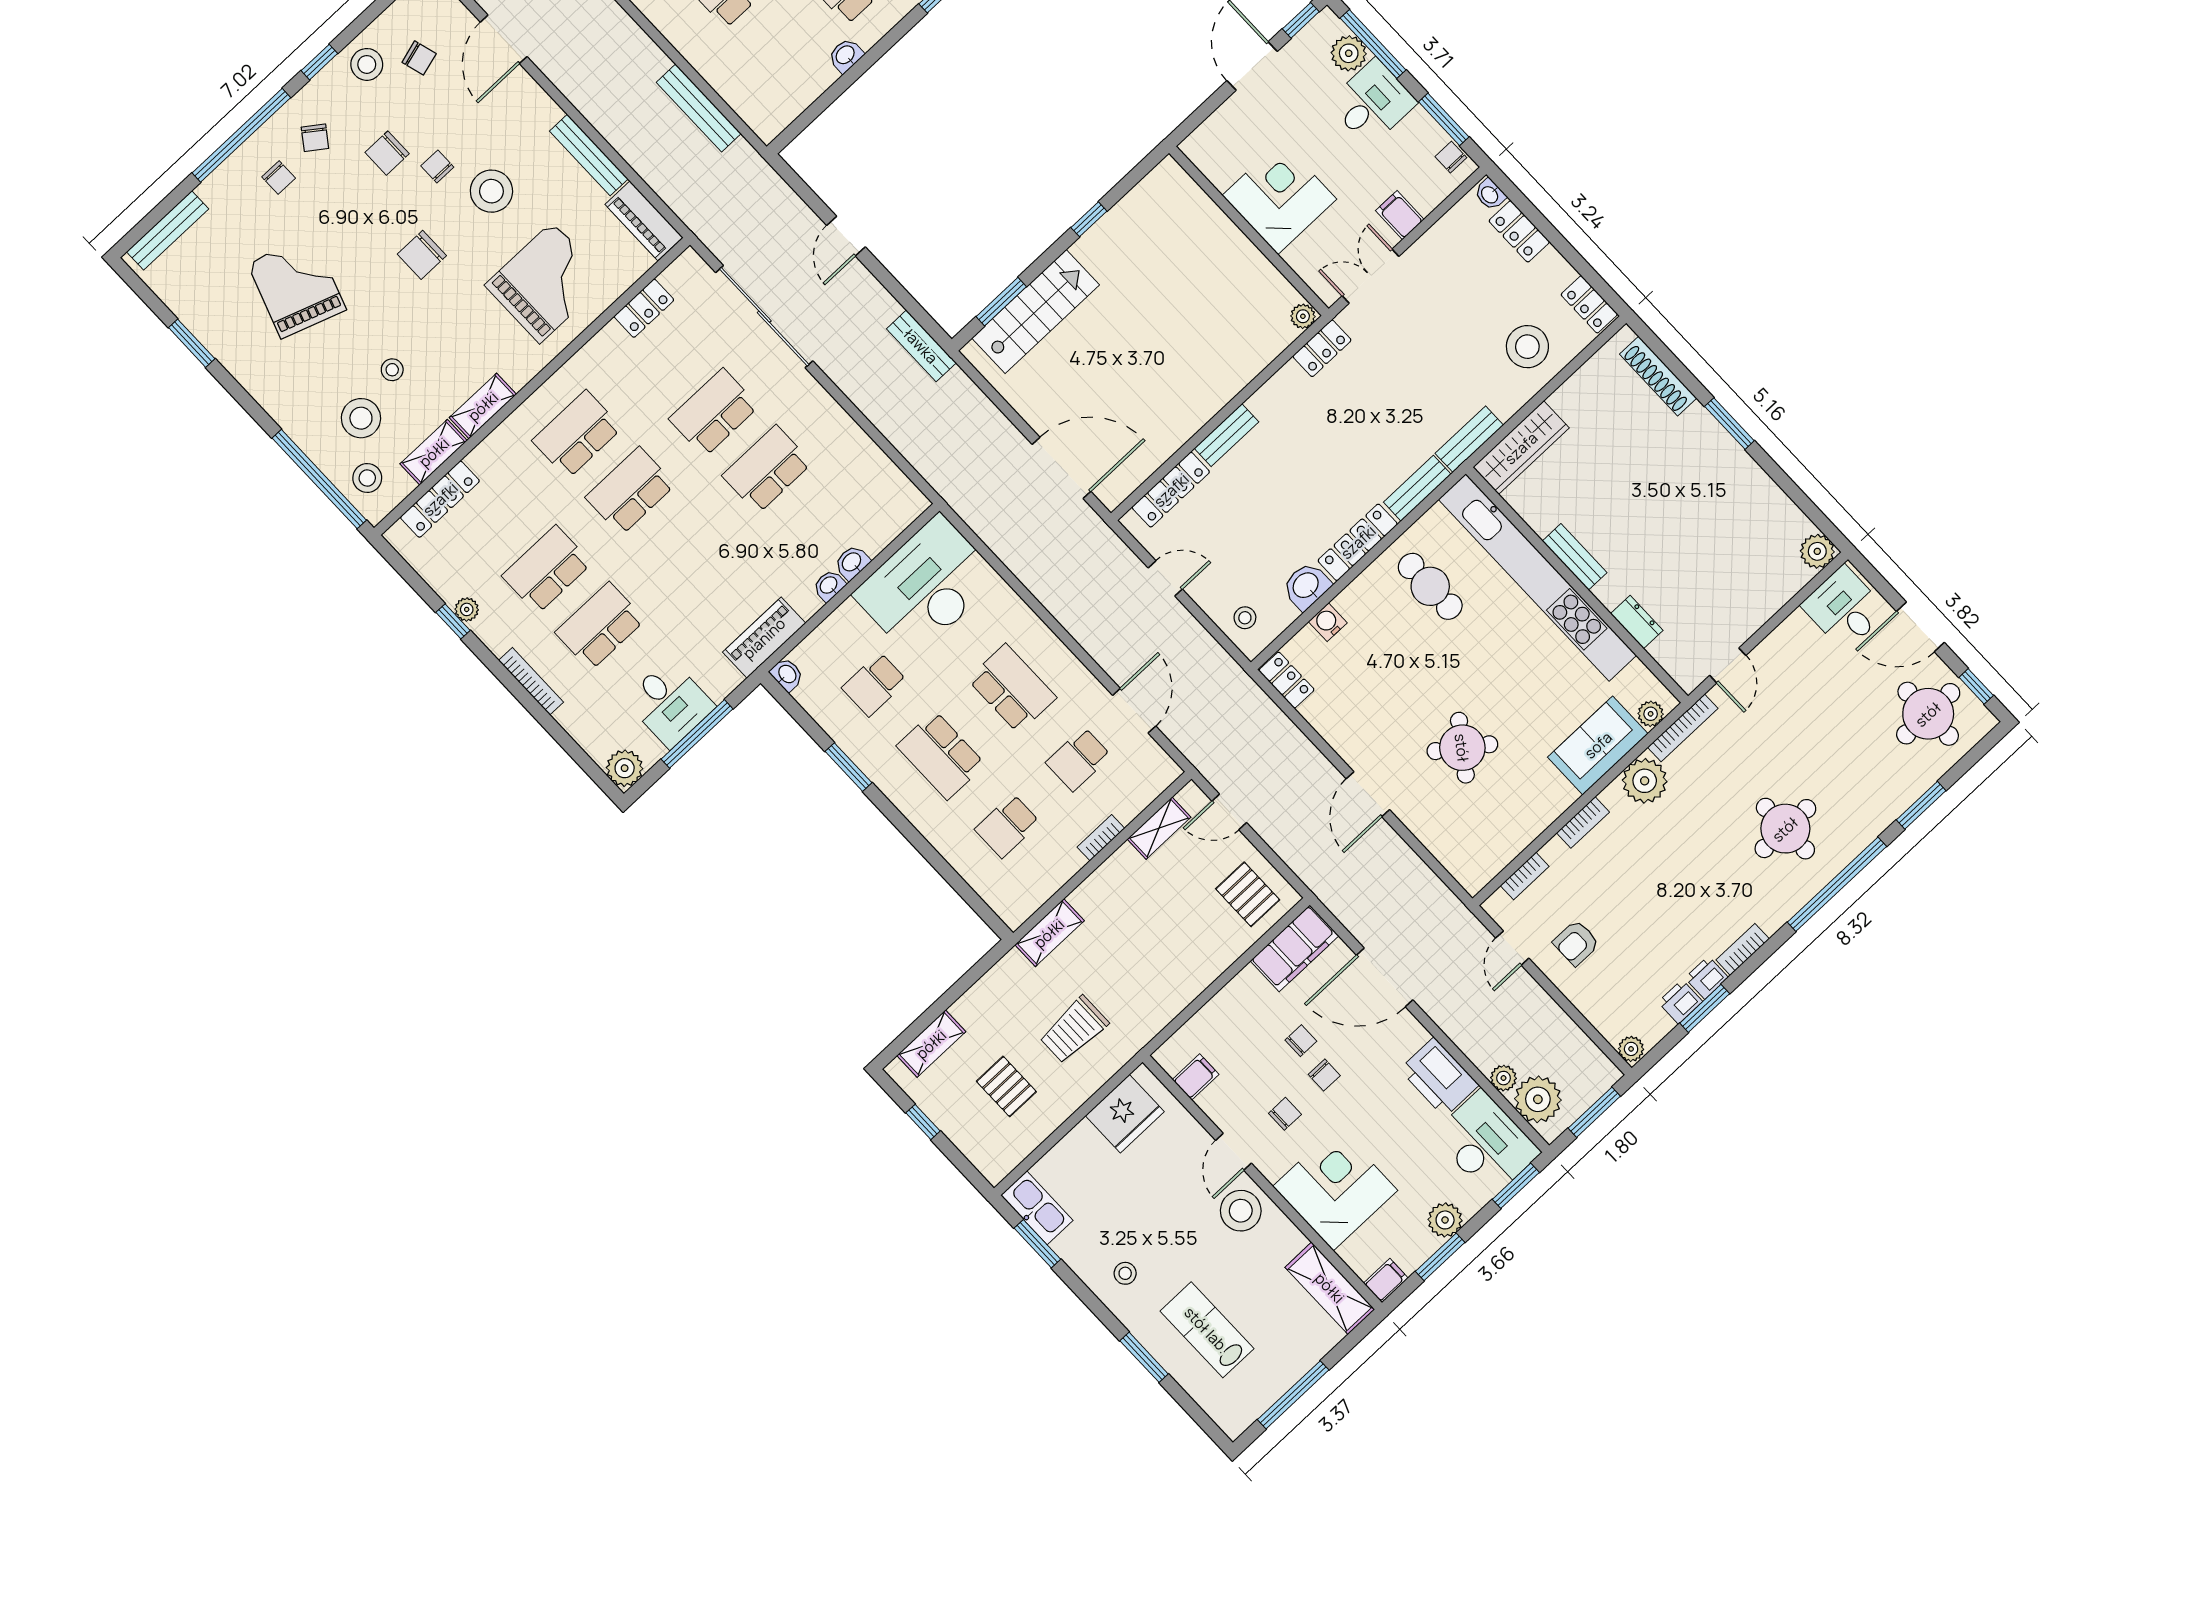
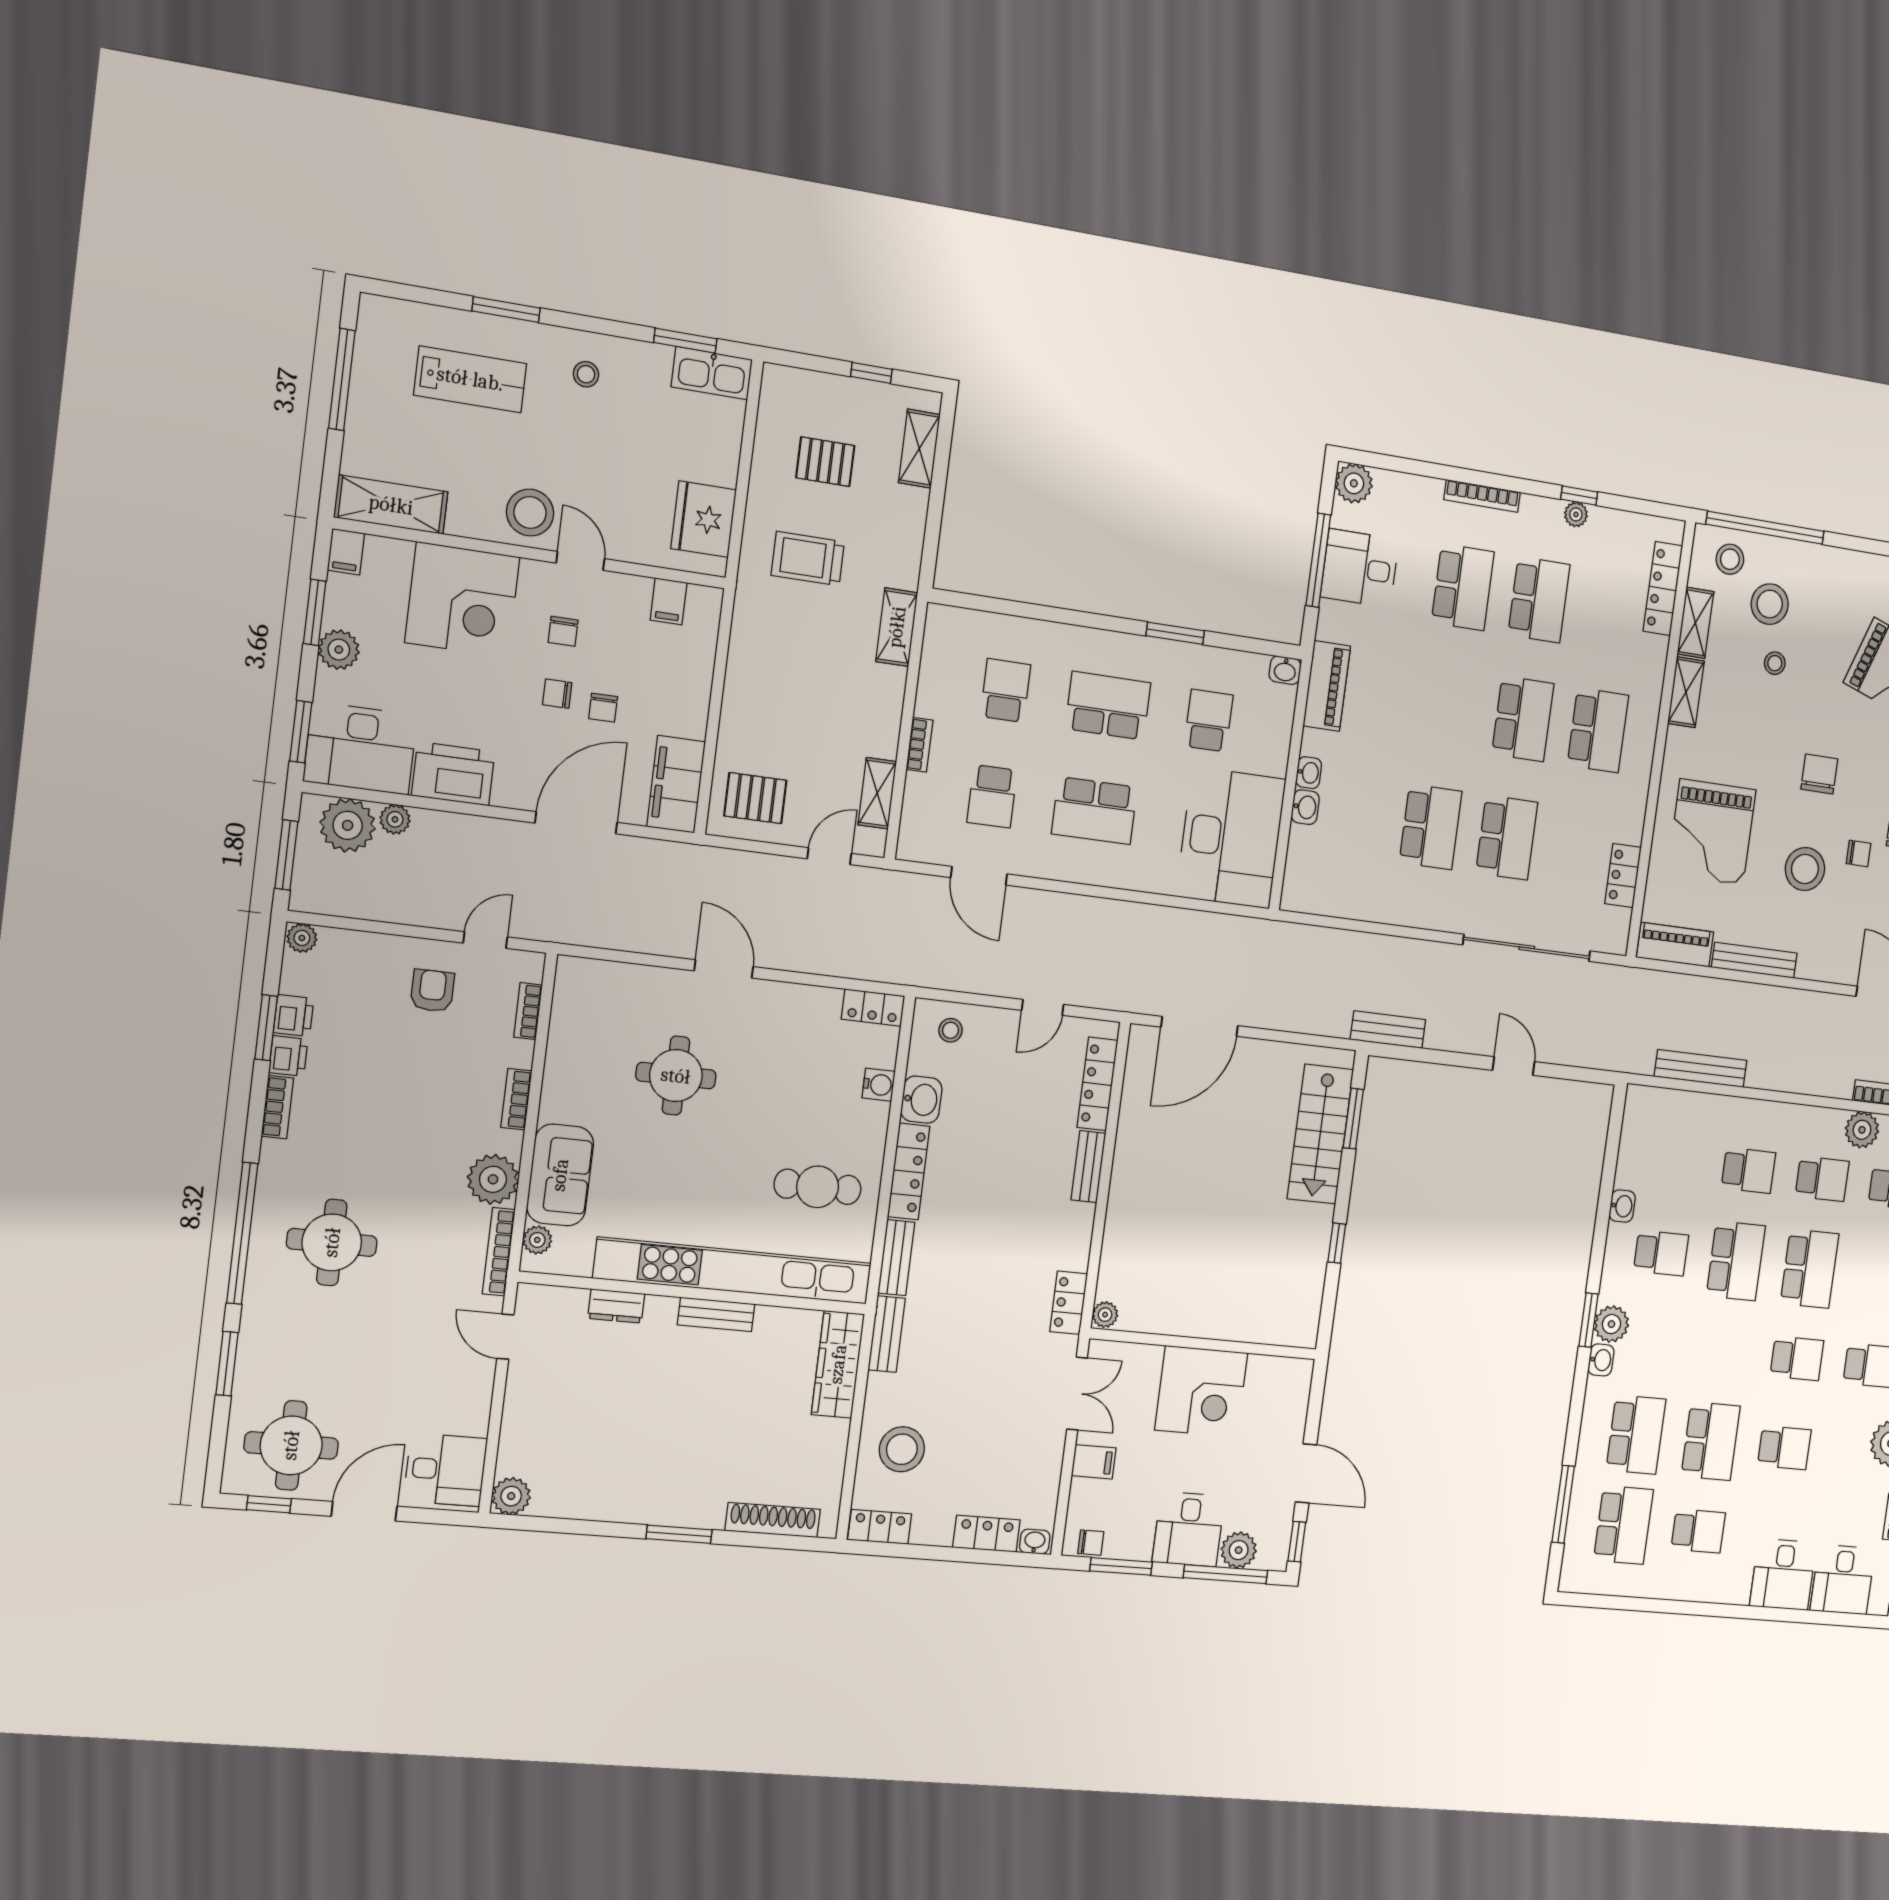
round table: (1462, 748) -> (676, 1076), turned -36
school desk: (1078, 759) -> (992, 796), turned 180
door: (1512, 948) -> (485, 940), hinge flipped
trolley: (1074, 1030) -> (808, 559), turned -90

